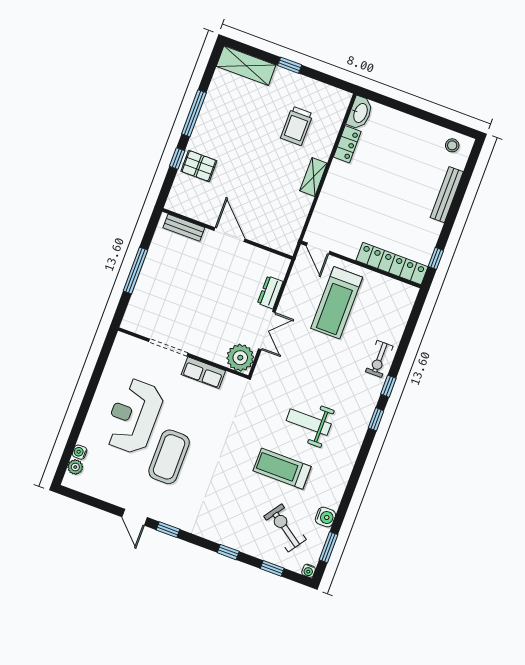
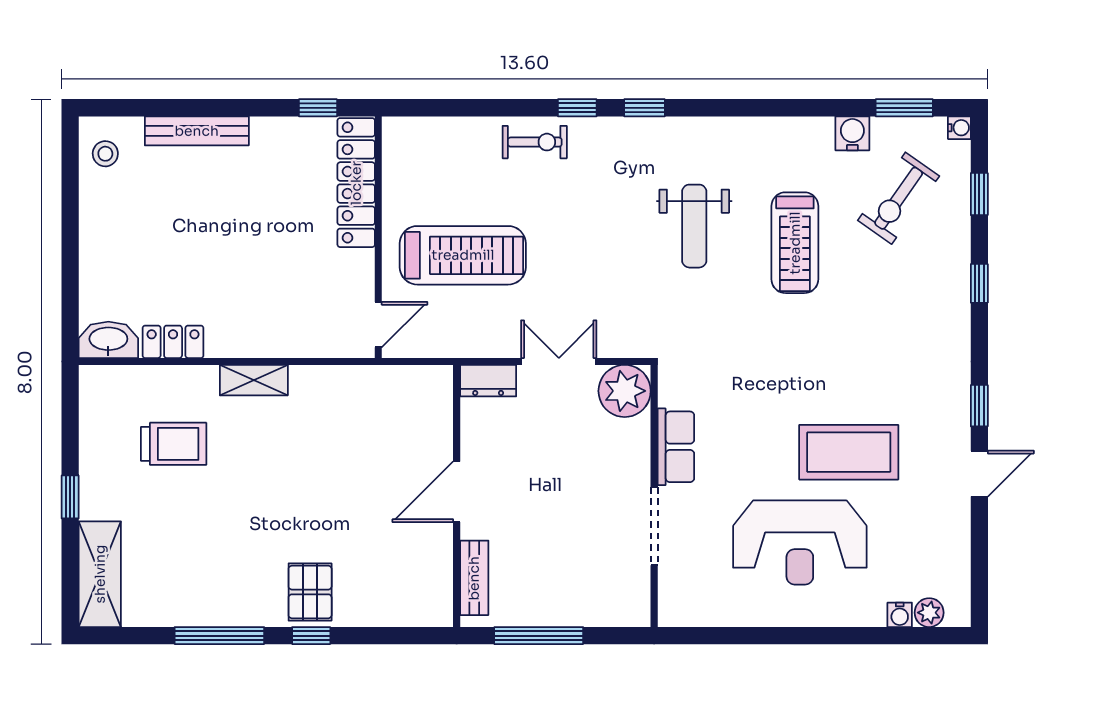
bench: (184, 228) -> (474, 578), moved
wall: (227, 234) -> (457, 496), moved
door: (229, 235) -> (457, 492), moved

